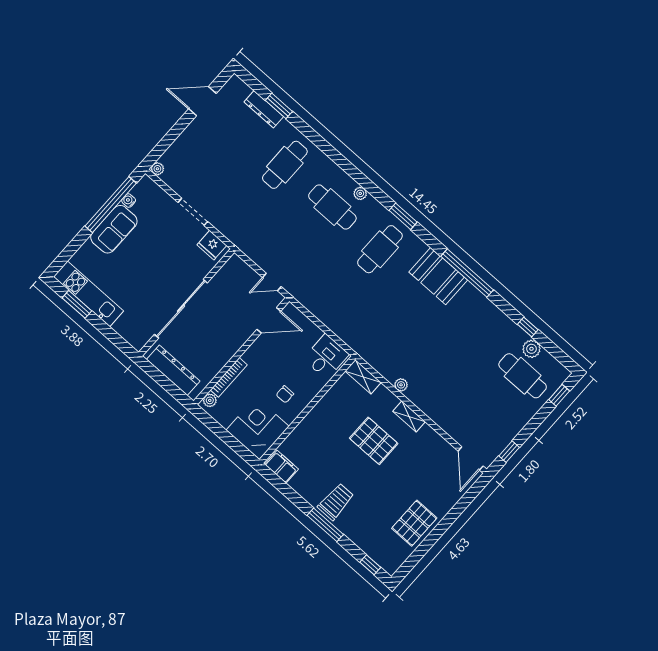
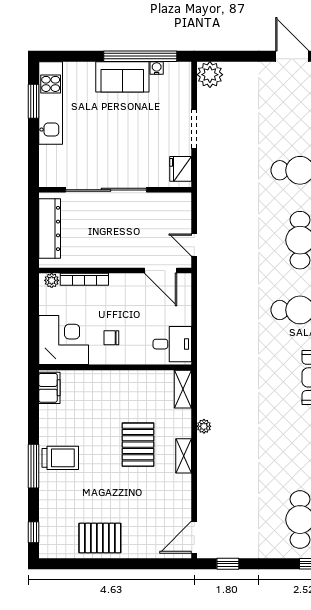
plant: (157, 169) -> (210, 75), width x1.88, depth x1.88

